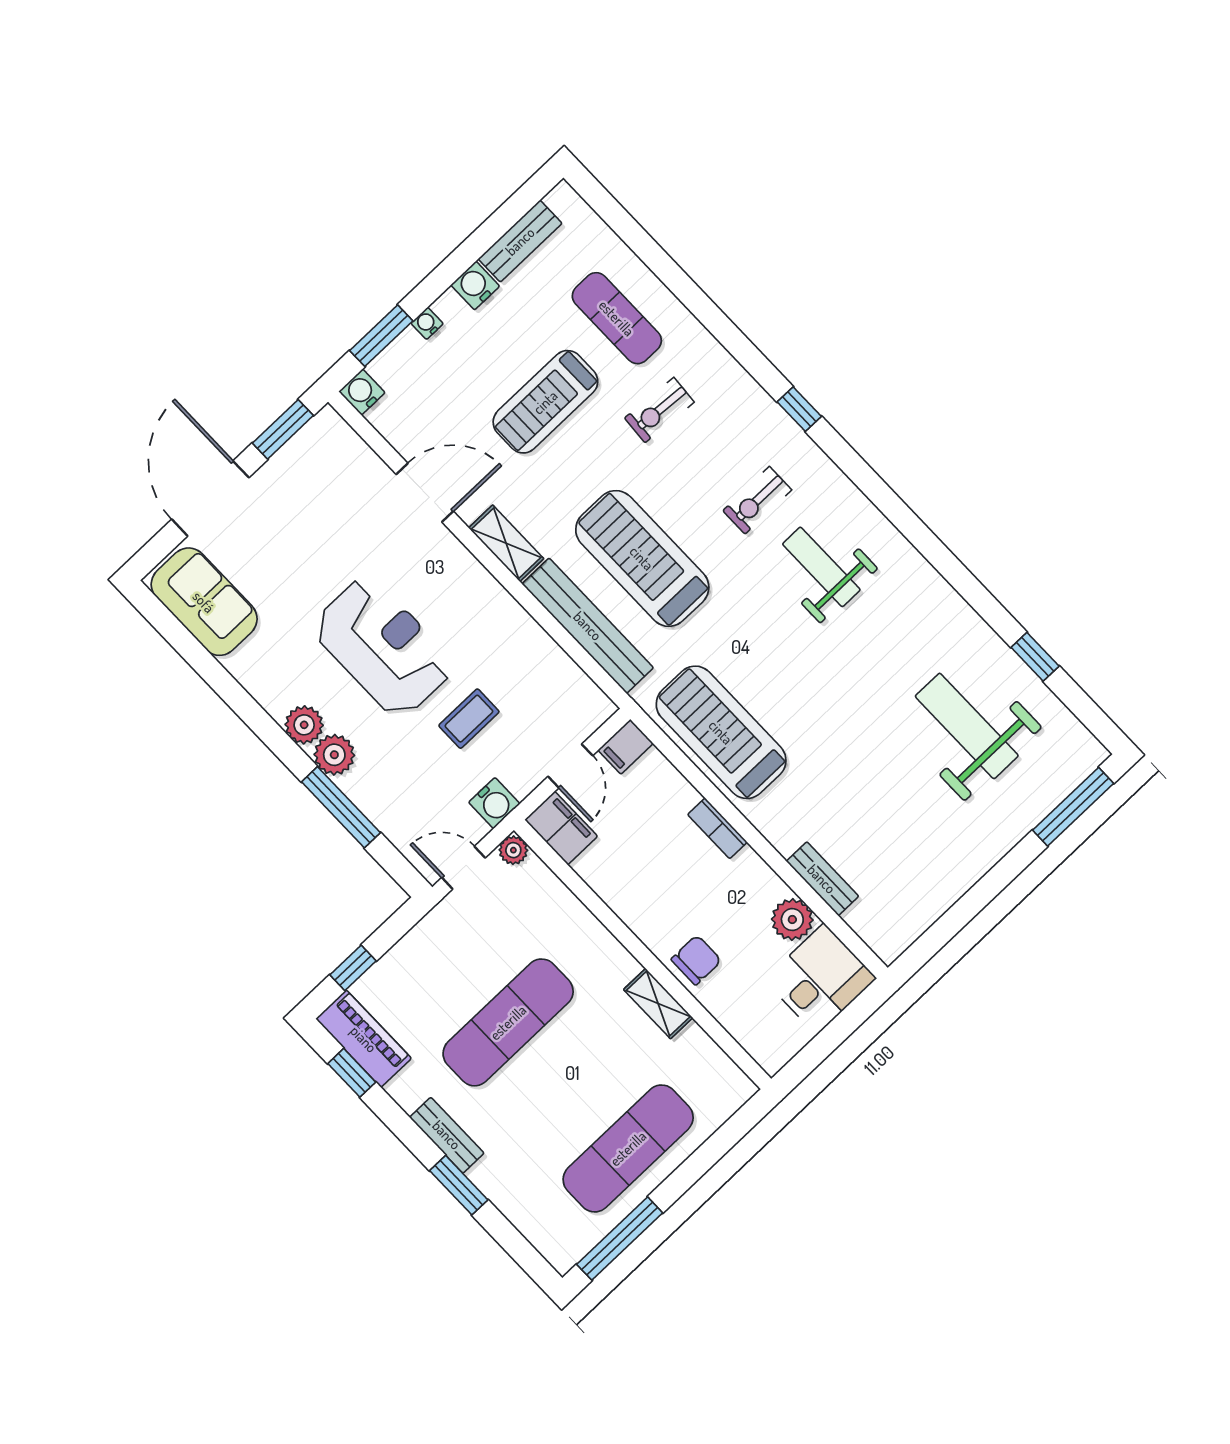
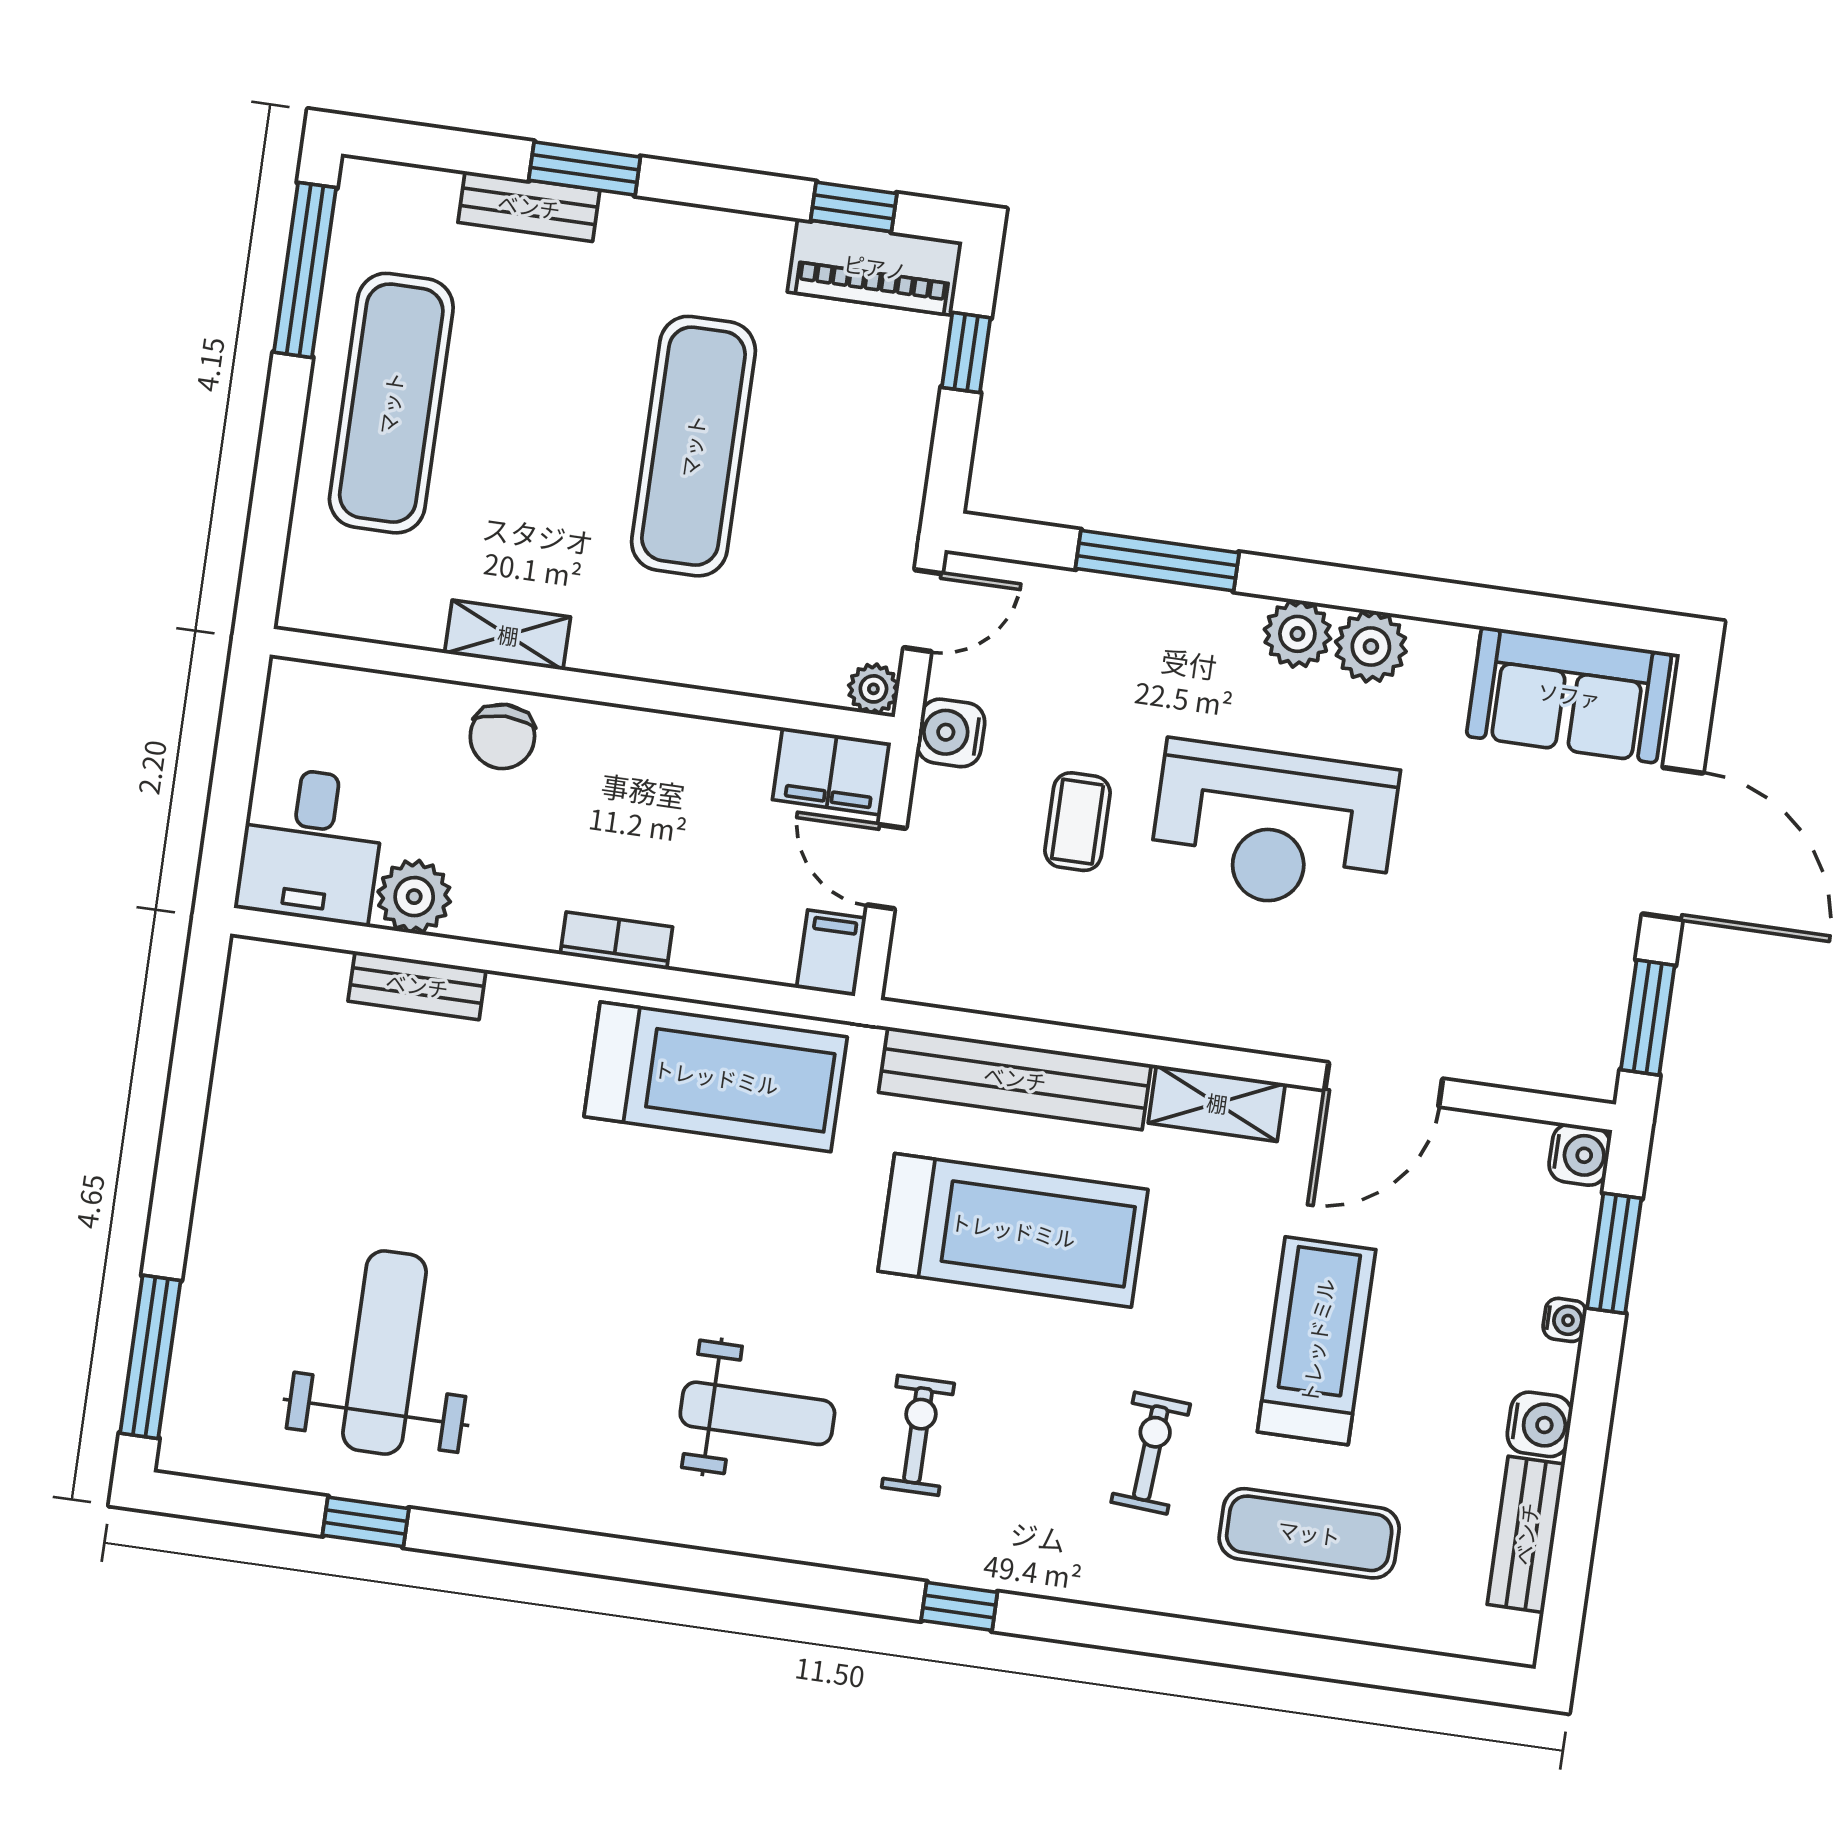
weight bench: (967, 726) -> (384, 1352), turned -90
plant: (334, 755) -> (1371, 647), moved
bench: (447, 1135) -> (529, 206), moved

